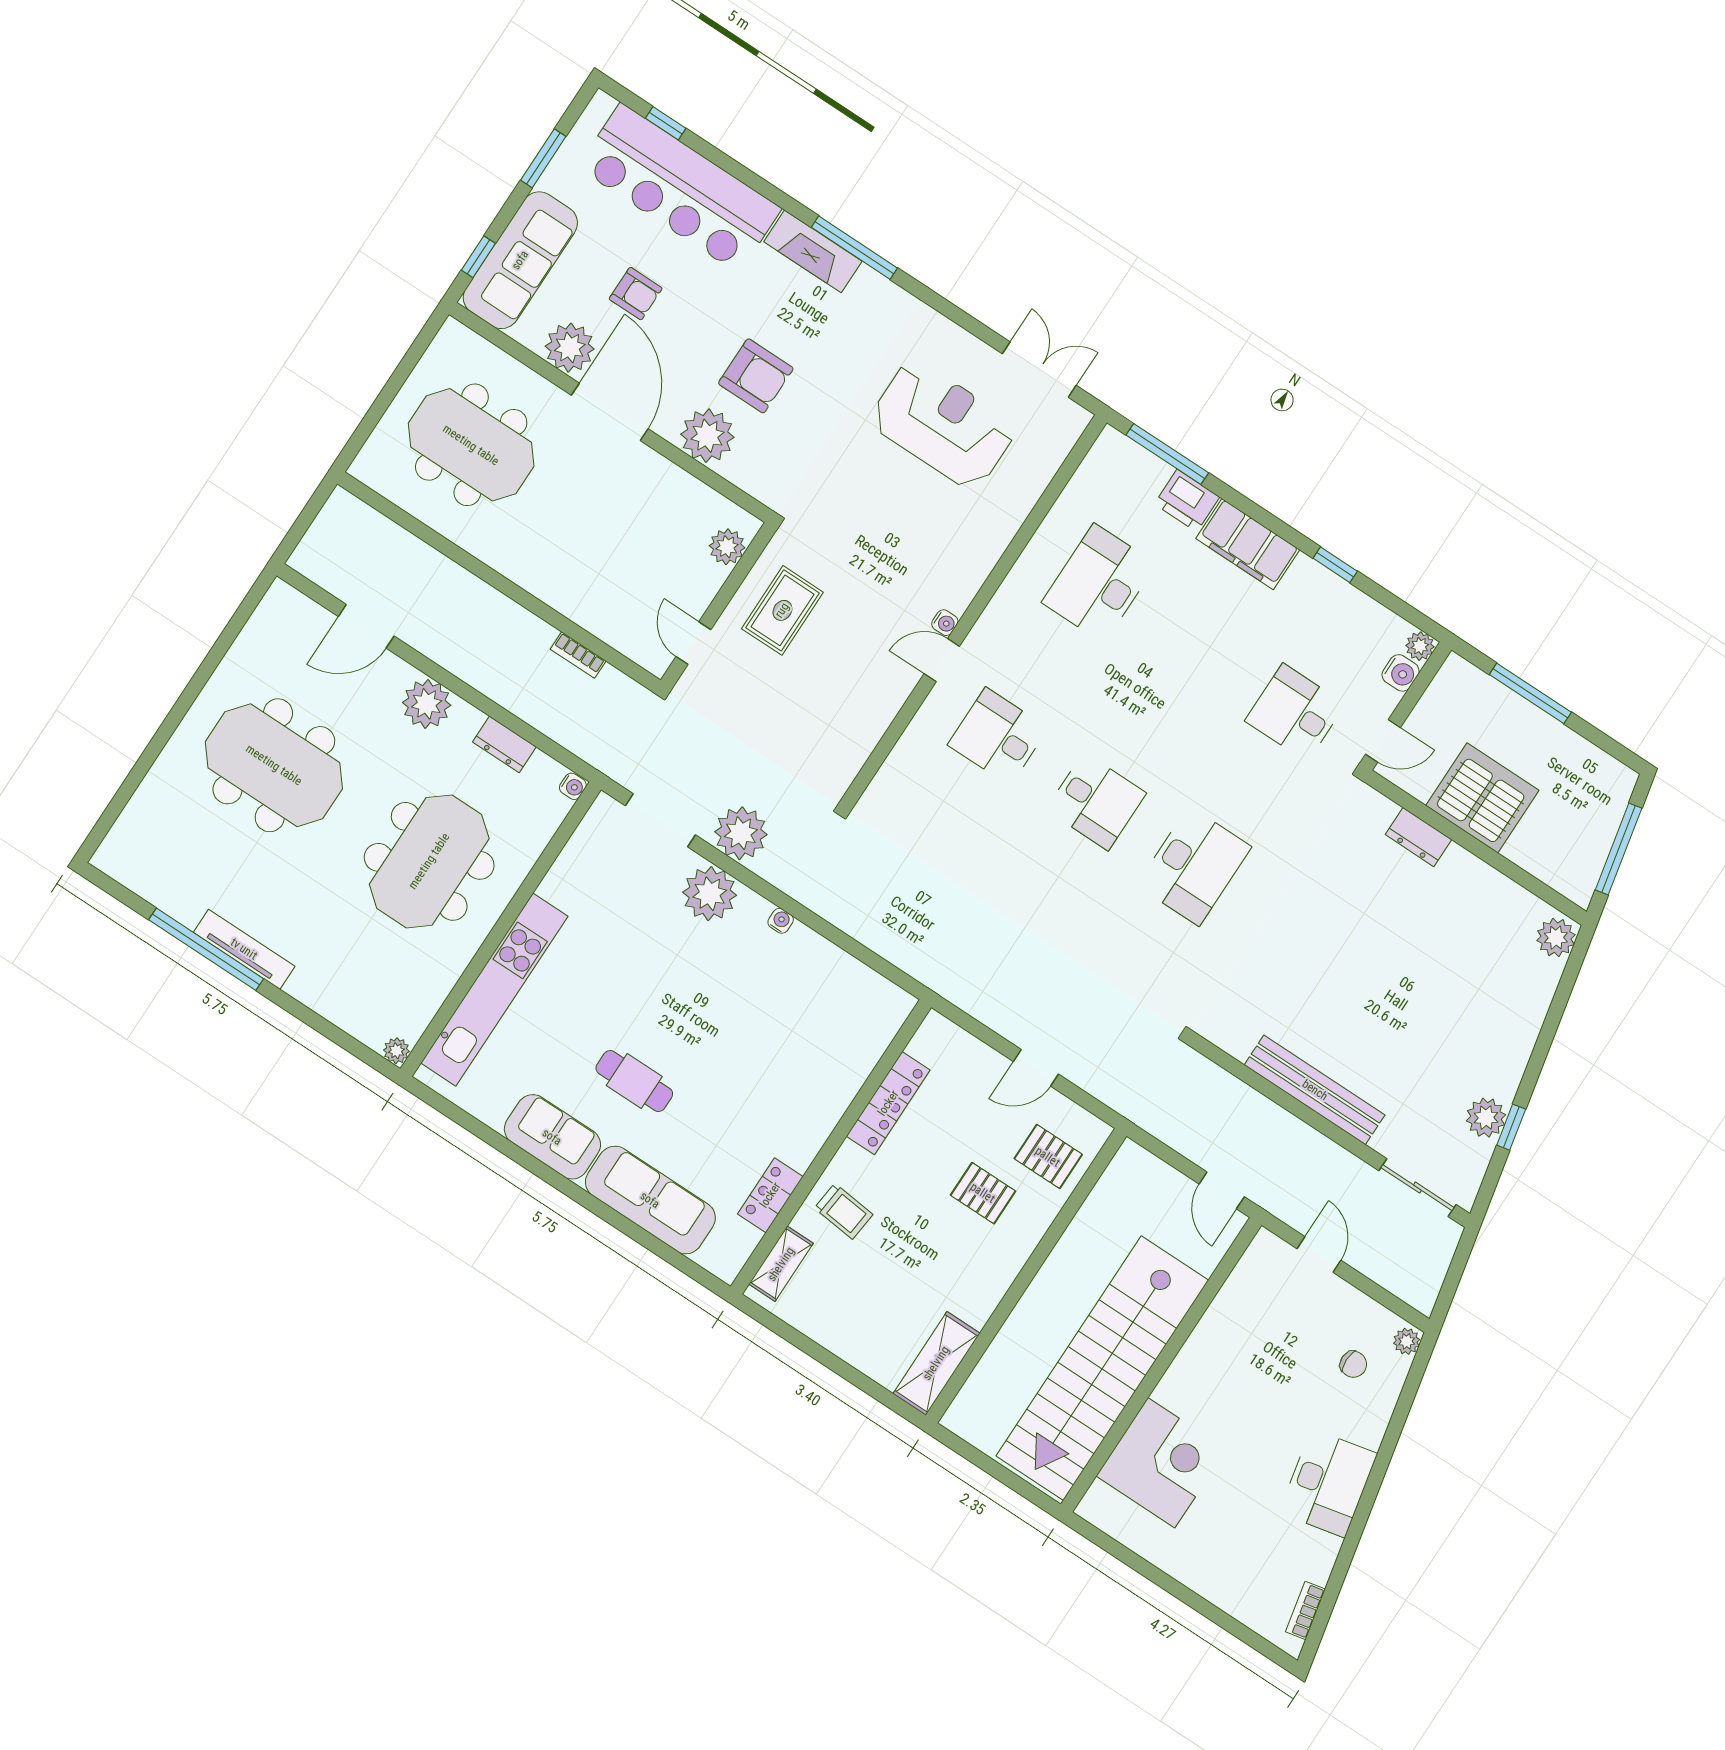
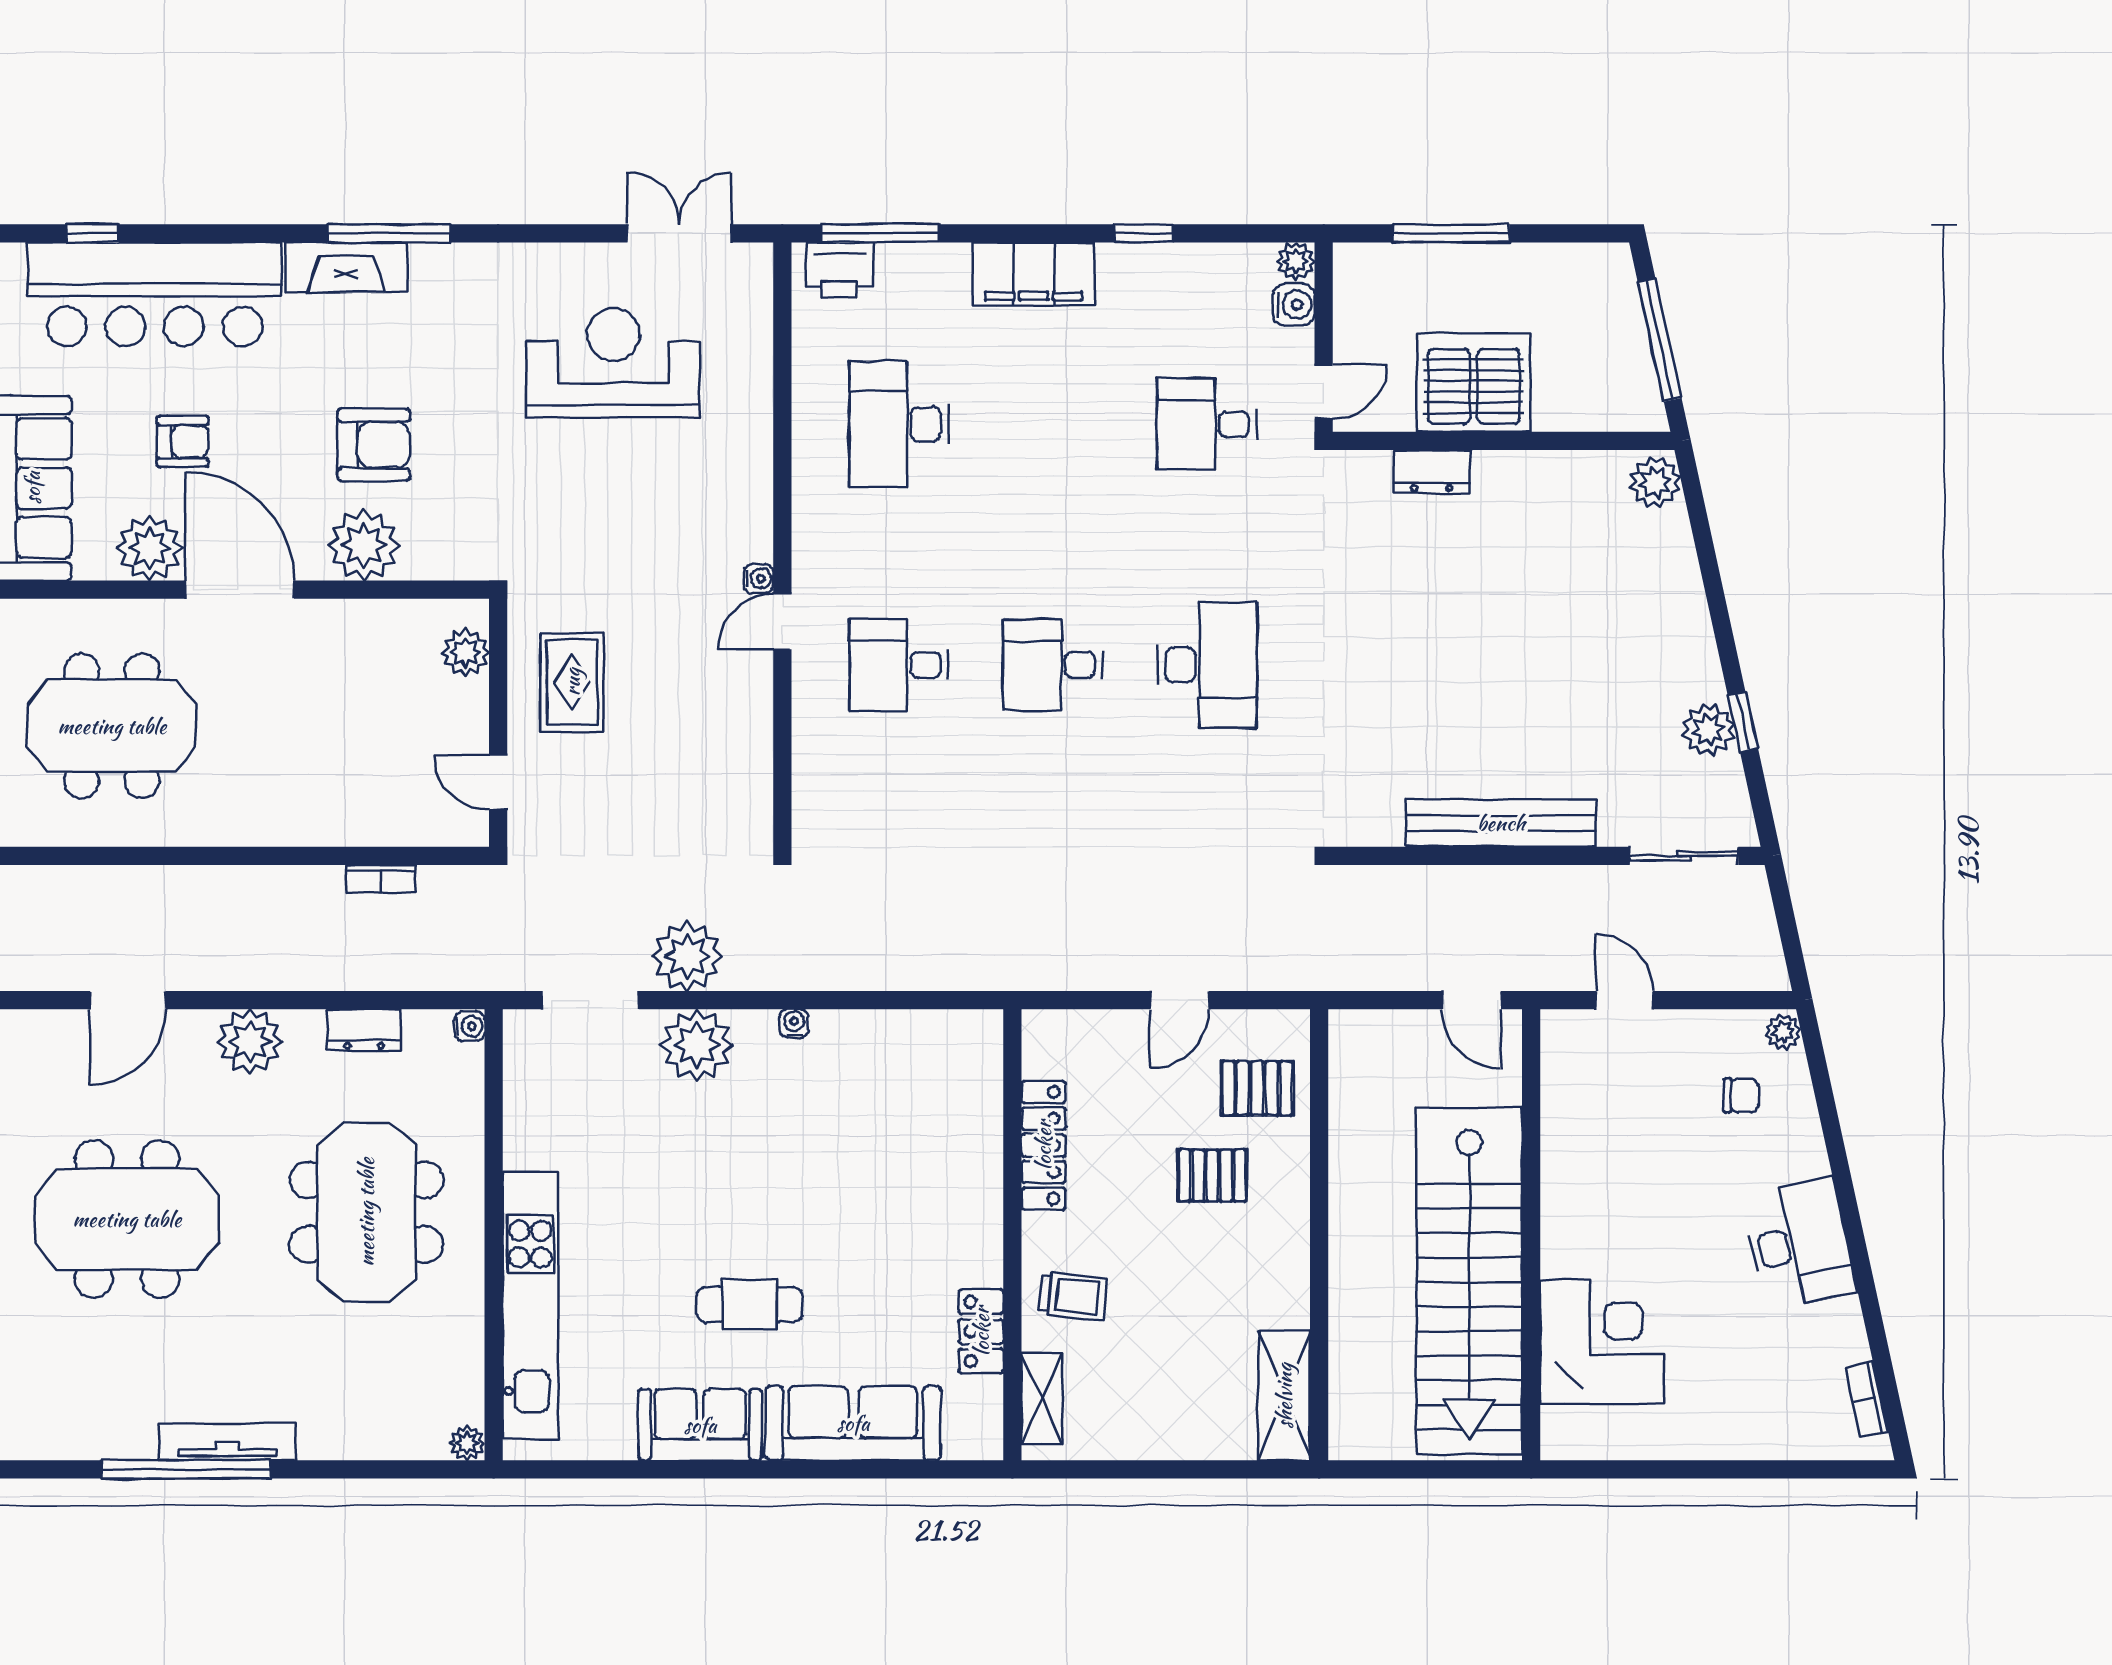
printer: (1187, 501) -> (840, 270), moved
desk: (1096, 801) -> (1053, 665), turned 180

